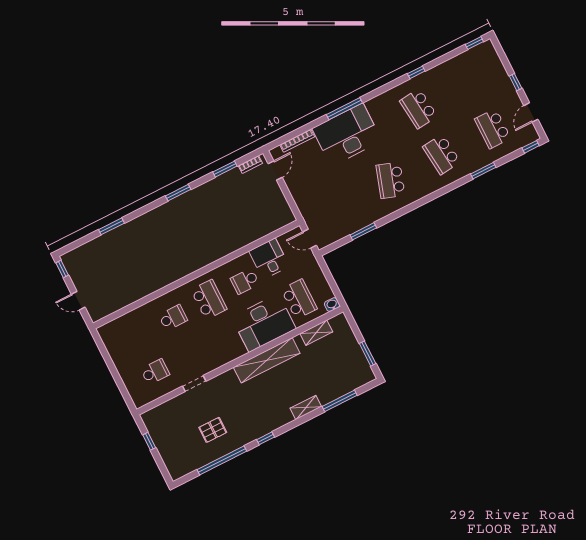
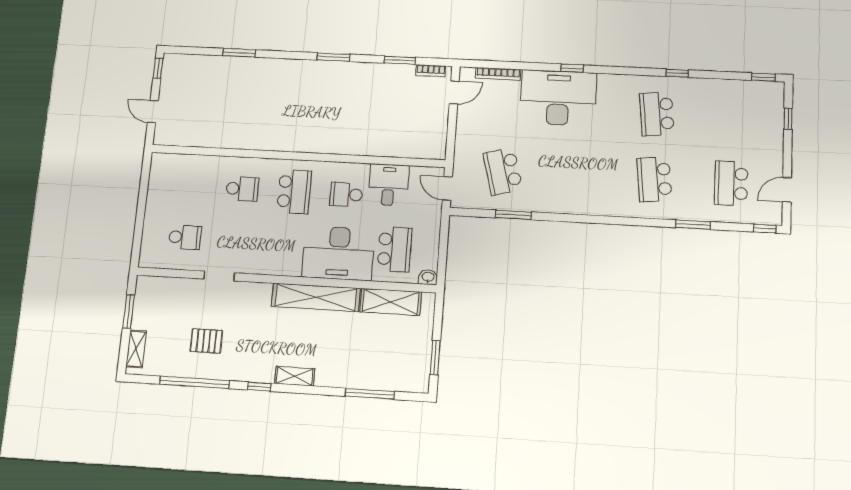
window: (516, 82) -> (788, 119), moved
window: (344, 109) -> (572, 68), width x0.46
school desk: (391, 180) -> (503, 171), moved, turned -33
shelving: (316, 333) -> (391, 302), width x1.50, depth x1.33
shelving: (306, 407) -> (295, 376), moved
window: (149, 441) -> (129, 312), width x1.50
shelving: (170, 462) -> (136, 349), added

